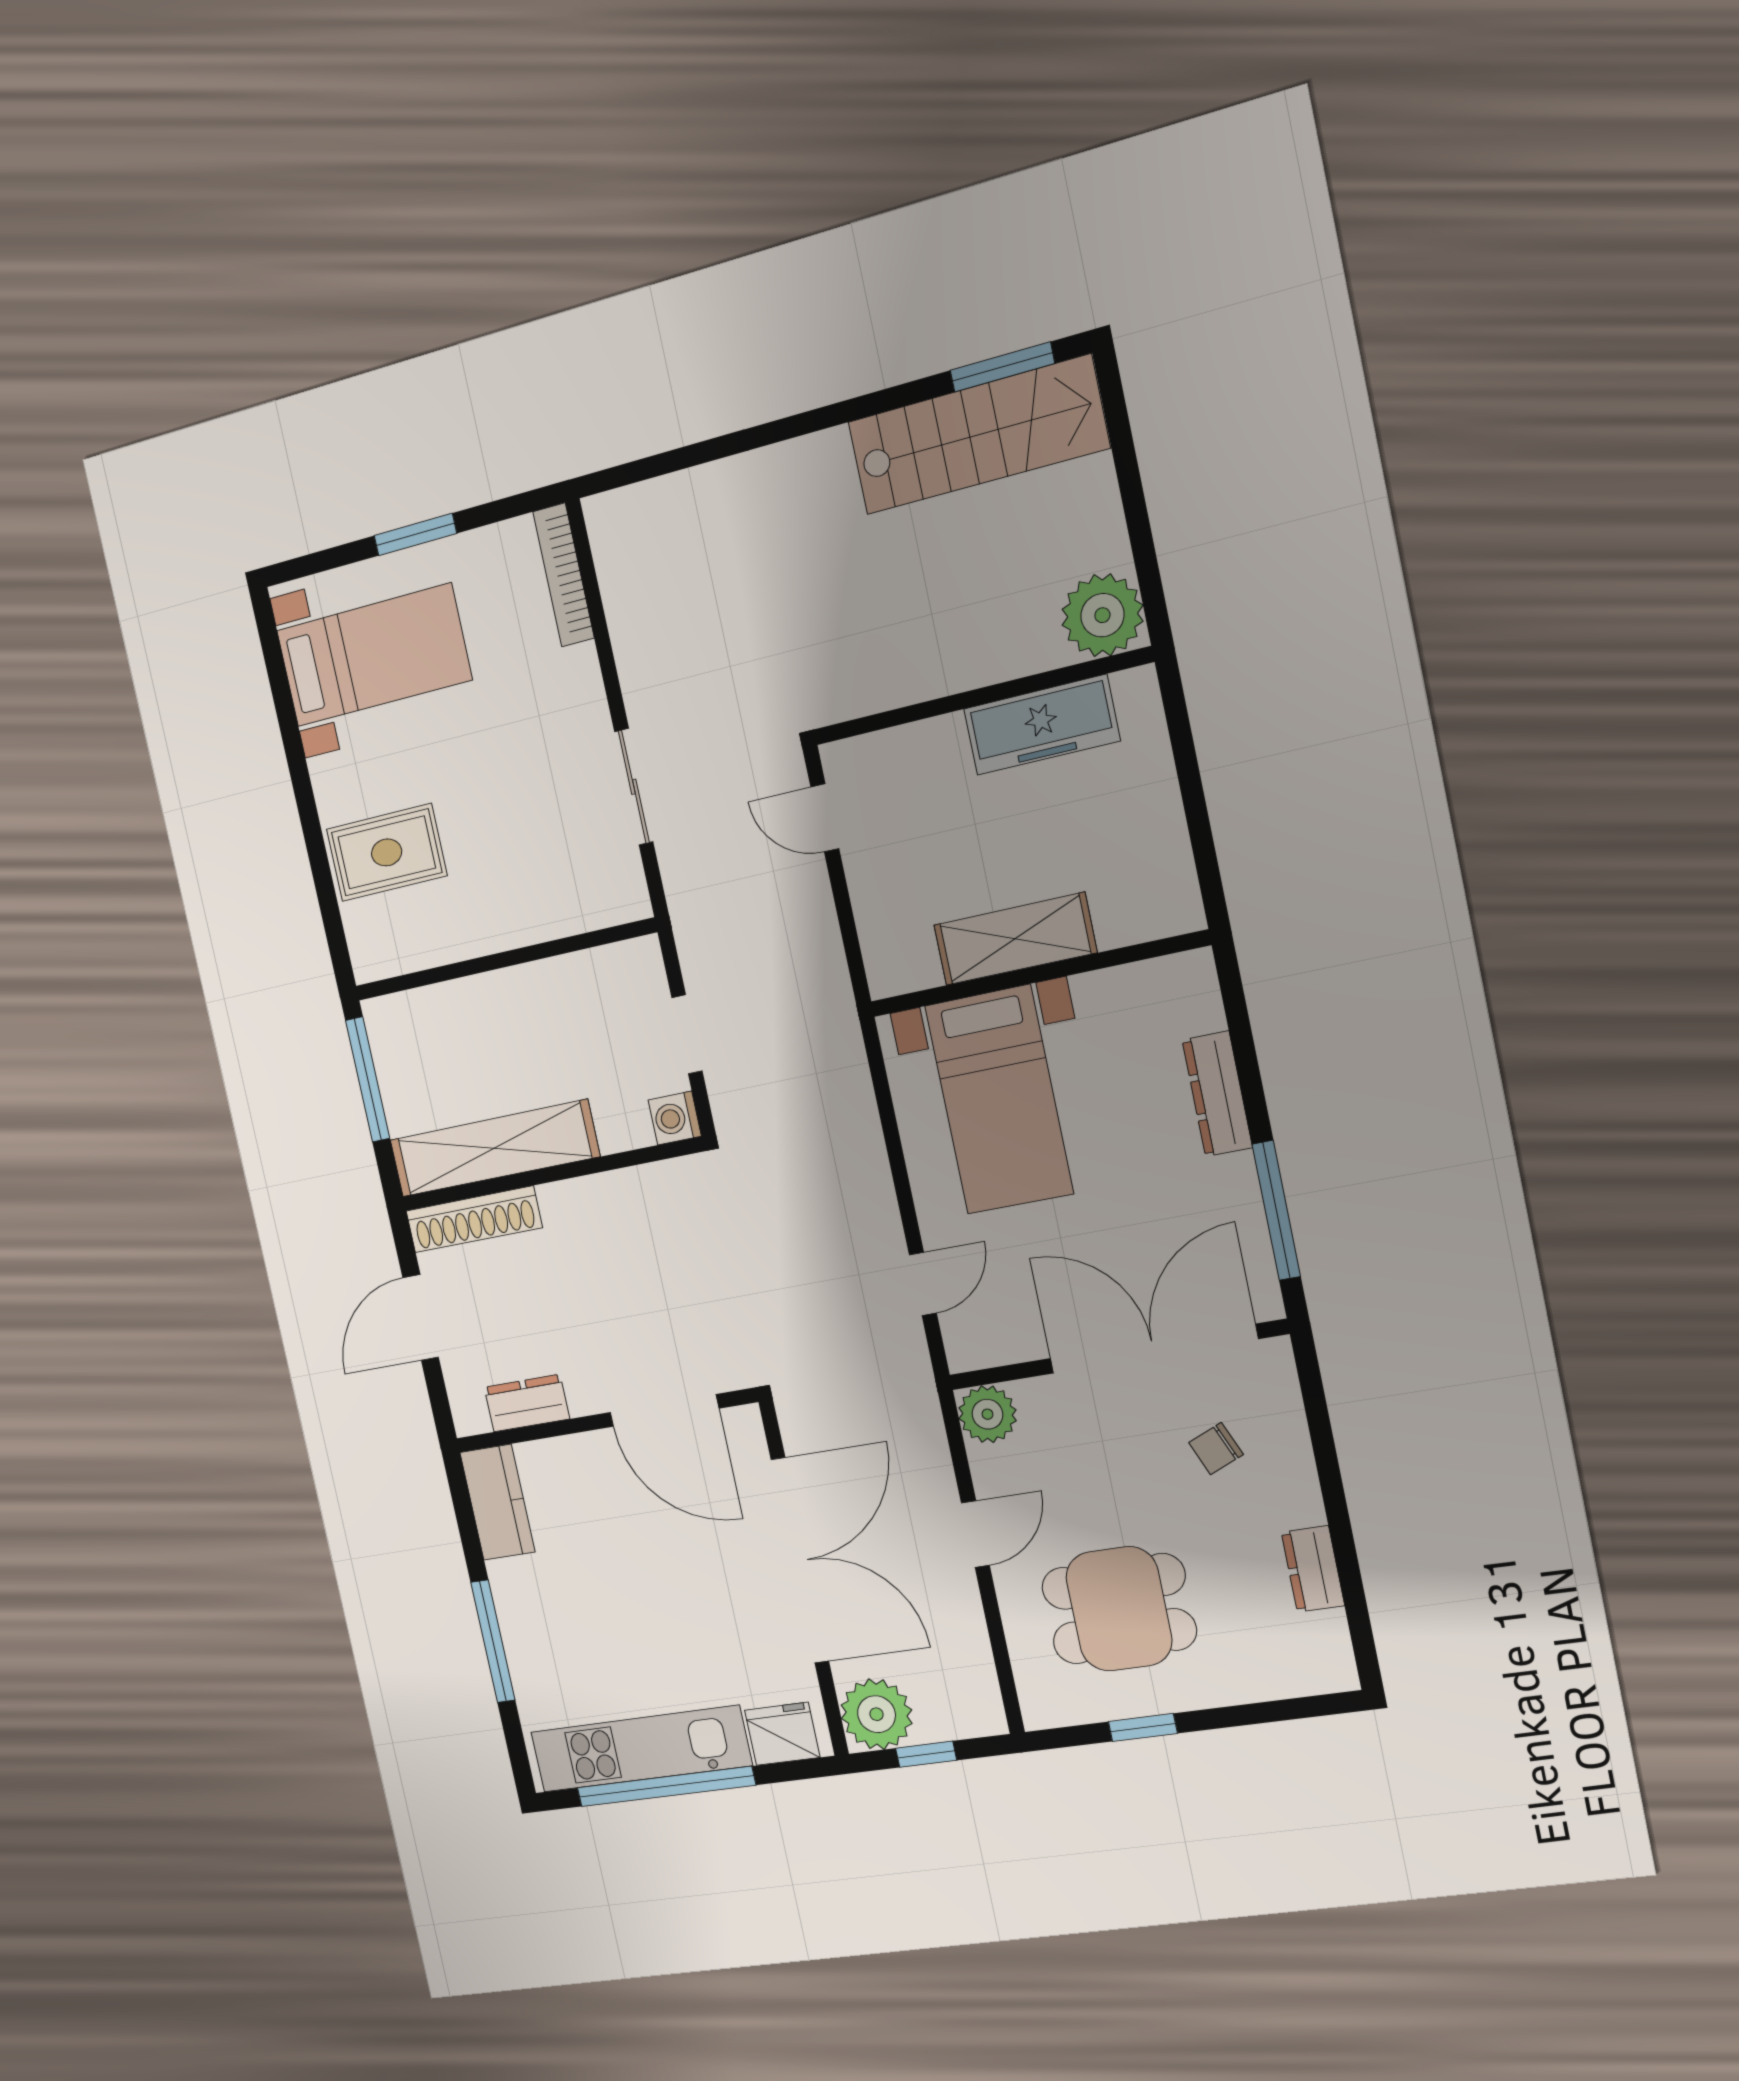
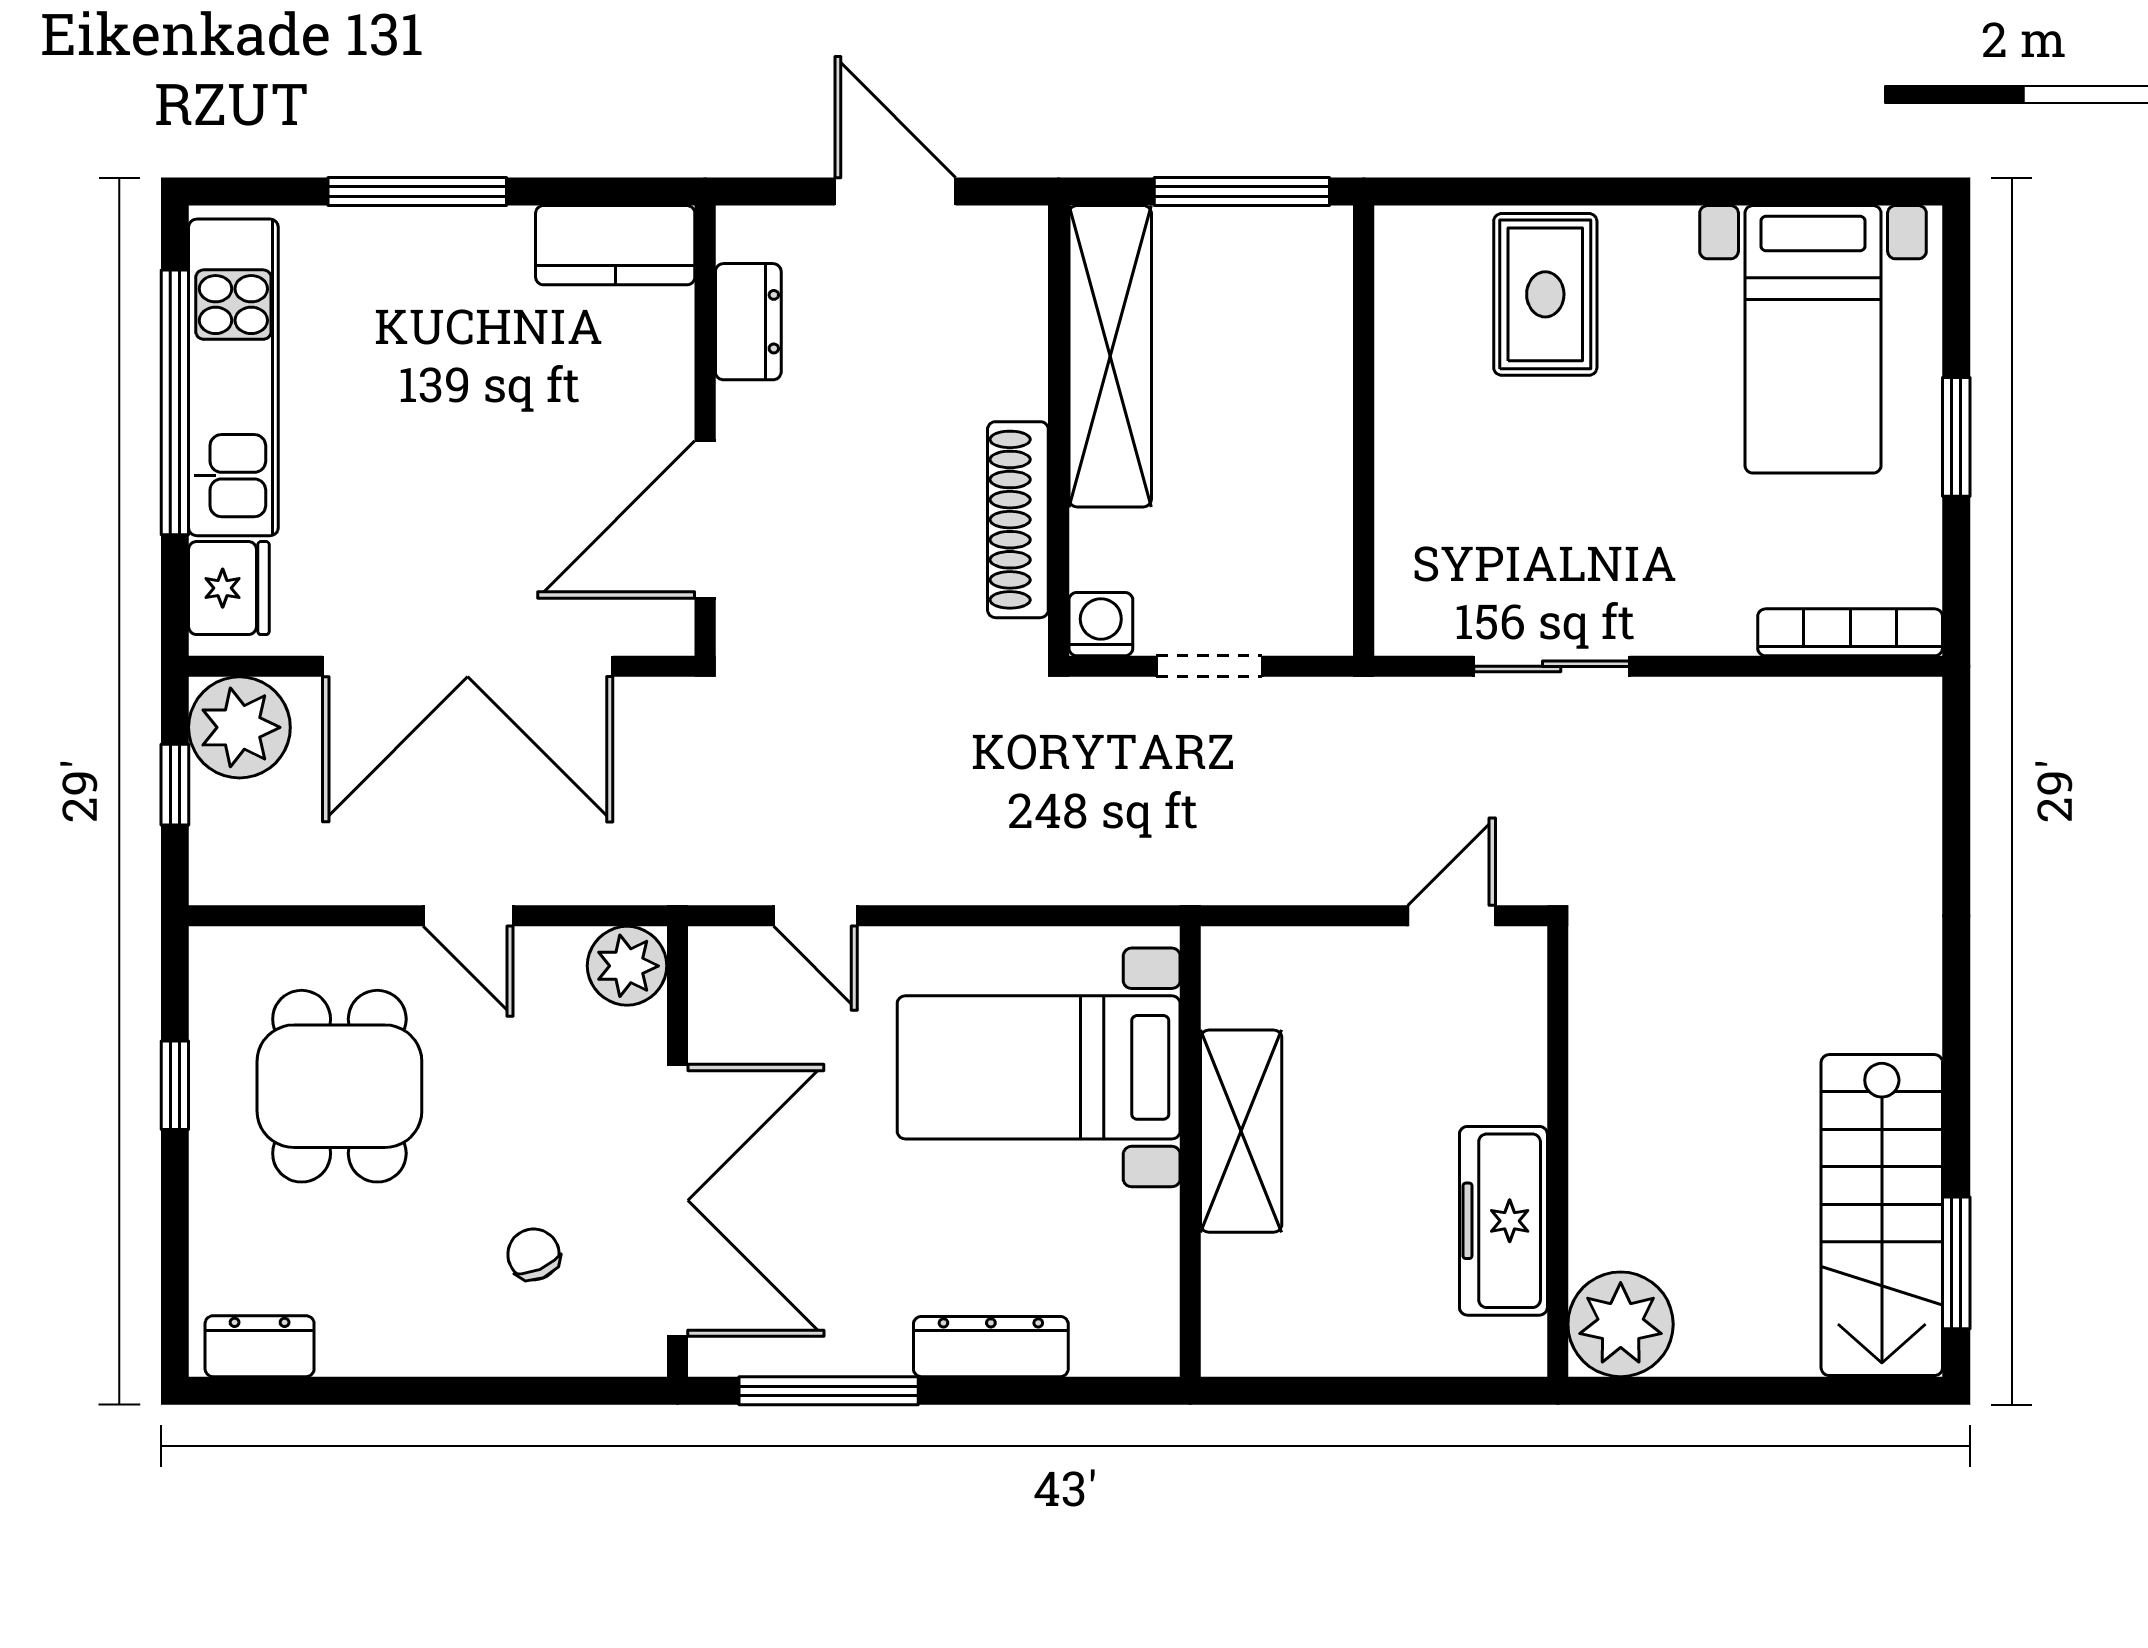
shoe rack: (474, 1219) -> (1018, 520), moved
dresser: (1313, 1569) -> (260, 1346), moved

